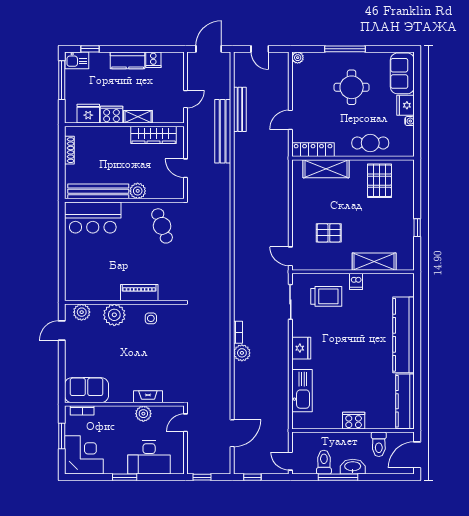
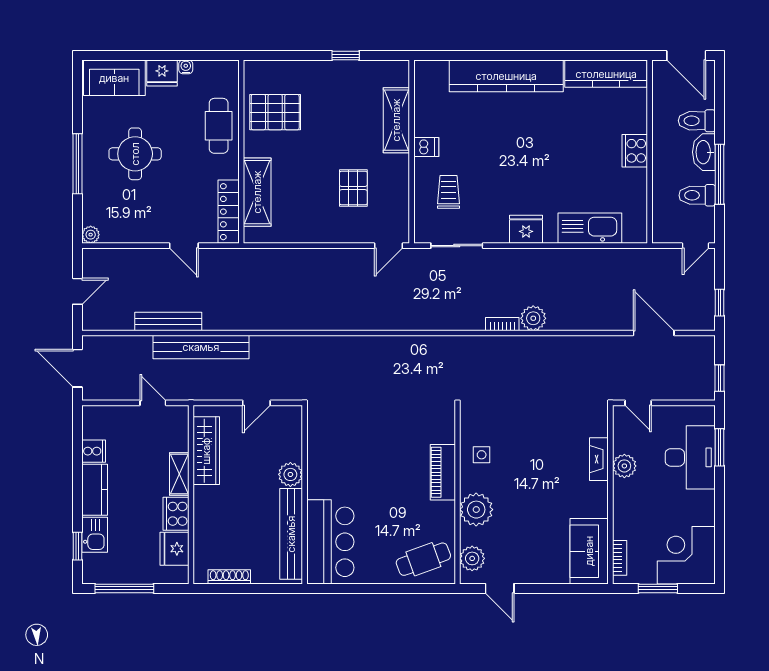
kitchen sink: (77, 60) -> (95, 535), moved
cafe table: (162, 226) -> (423, 559), moved
trolley: (326, 296) -> (449, 192), width x0.73, depth x0.72
toilet: (379, 444) -> (697, 121), moved, turned 180
window: (125, 477) -> (720, 447), moved

